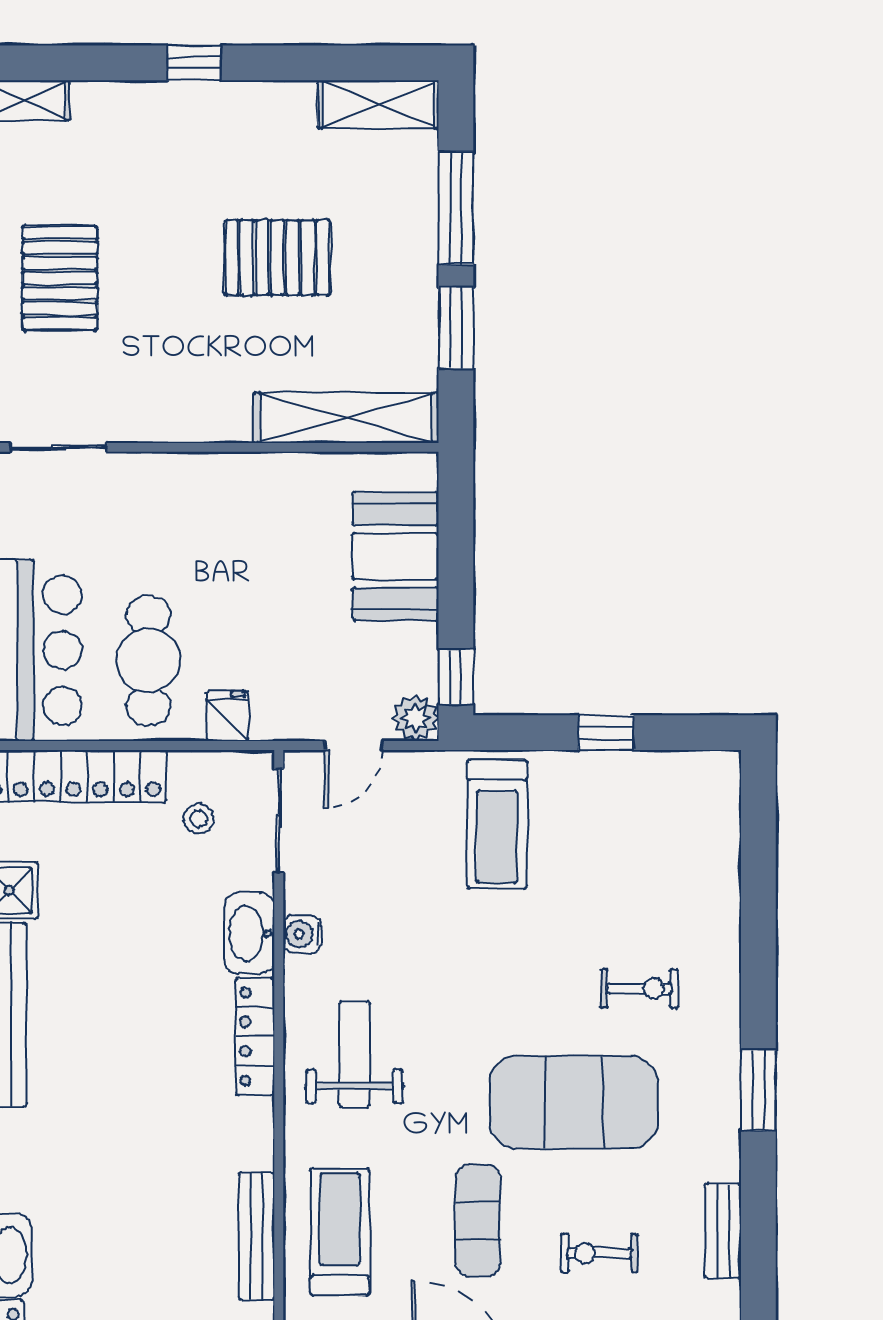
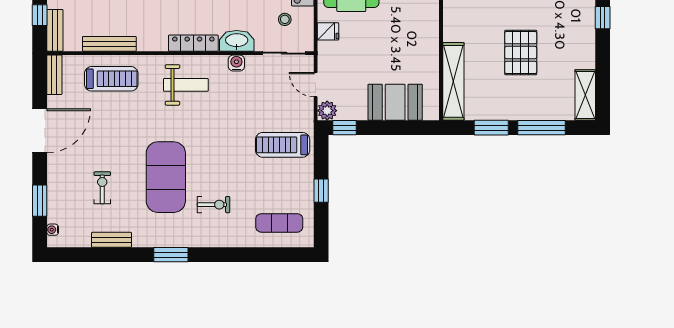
exercise bike: (639, 989) -> (213, 205), turned -90
exercise mat: (478, 1220) -> (279, 223), moved

